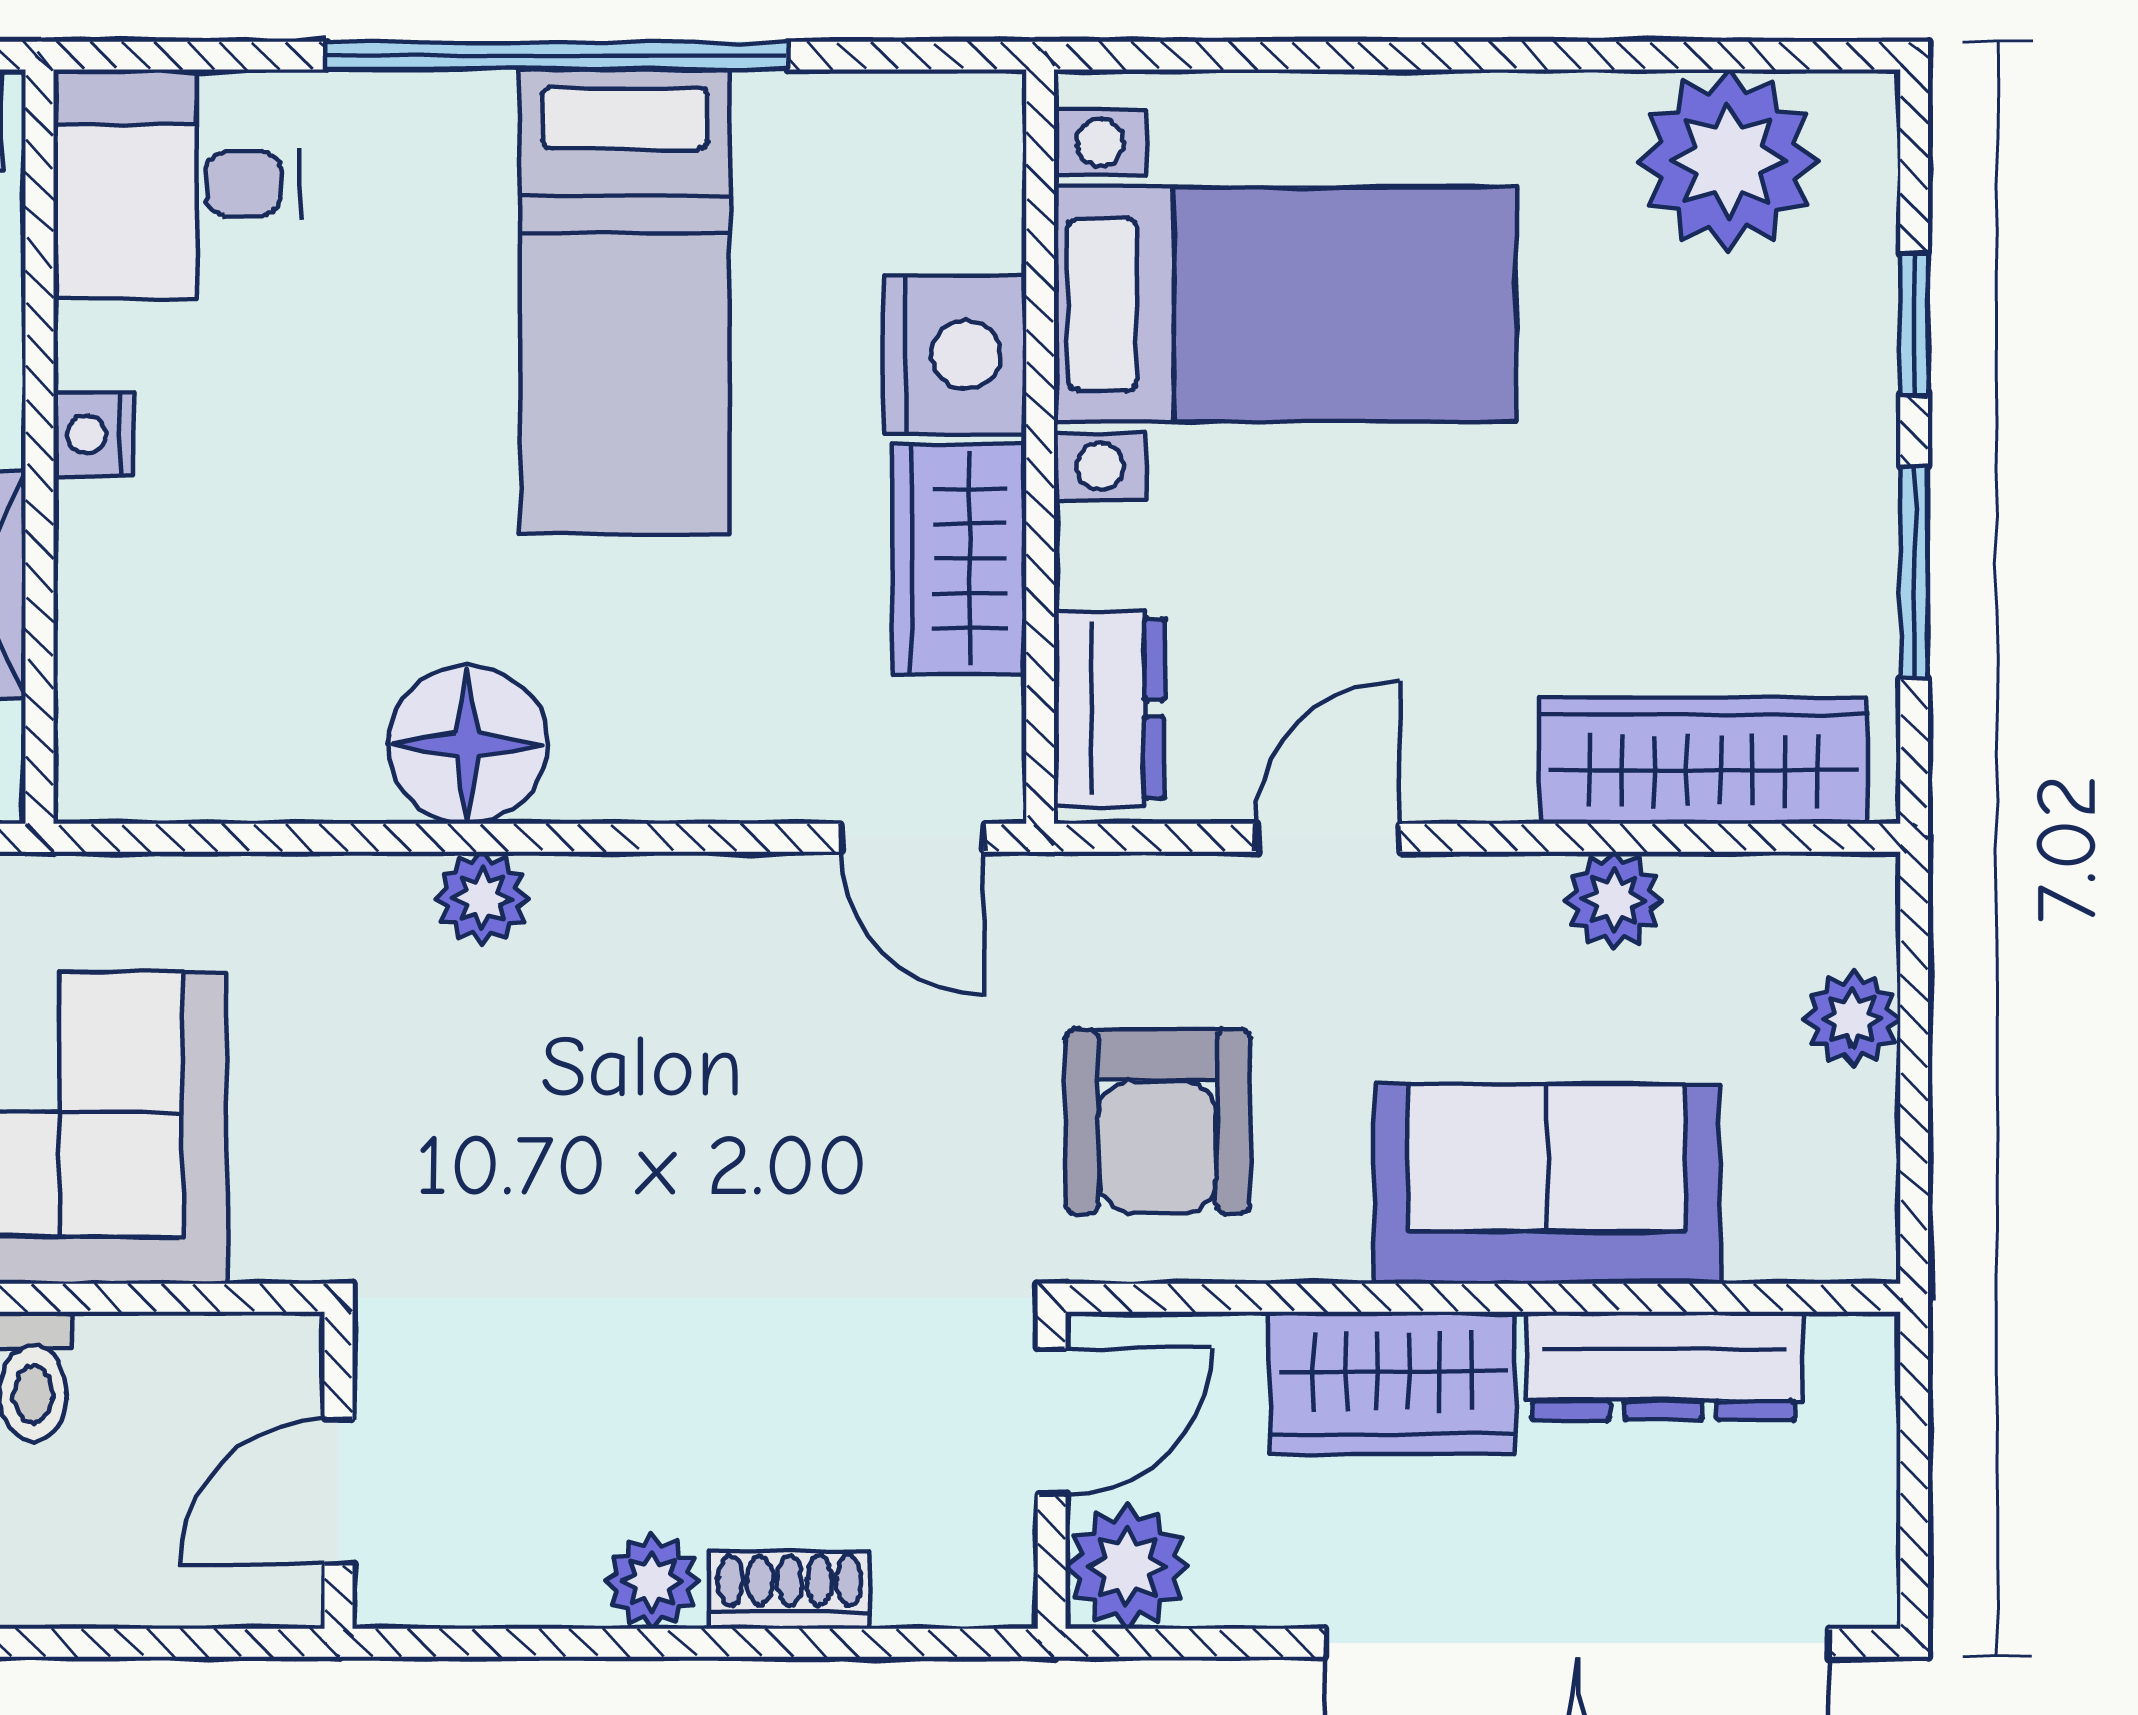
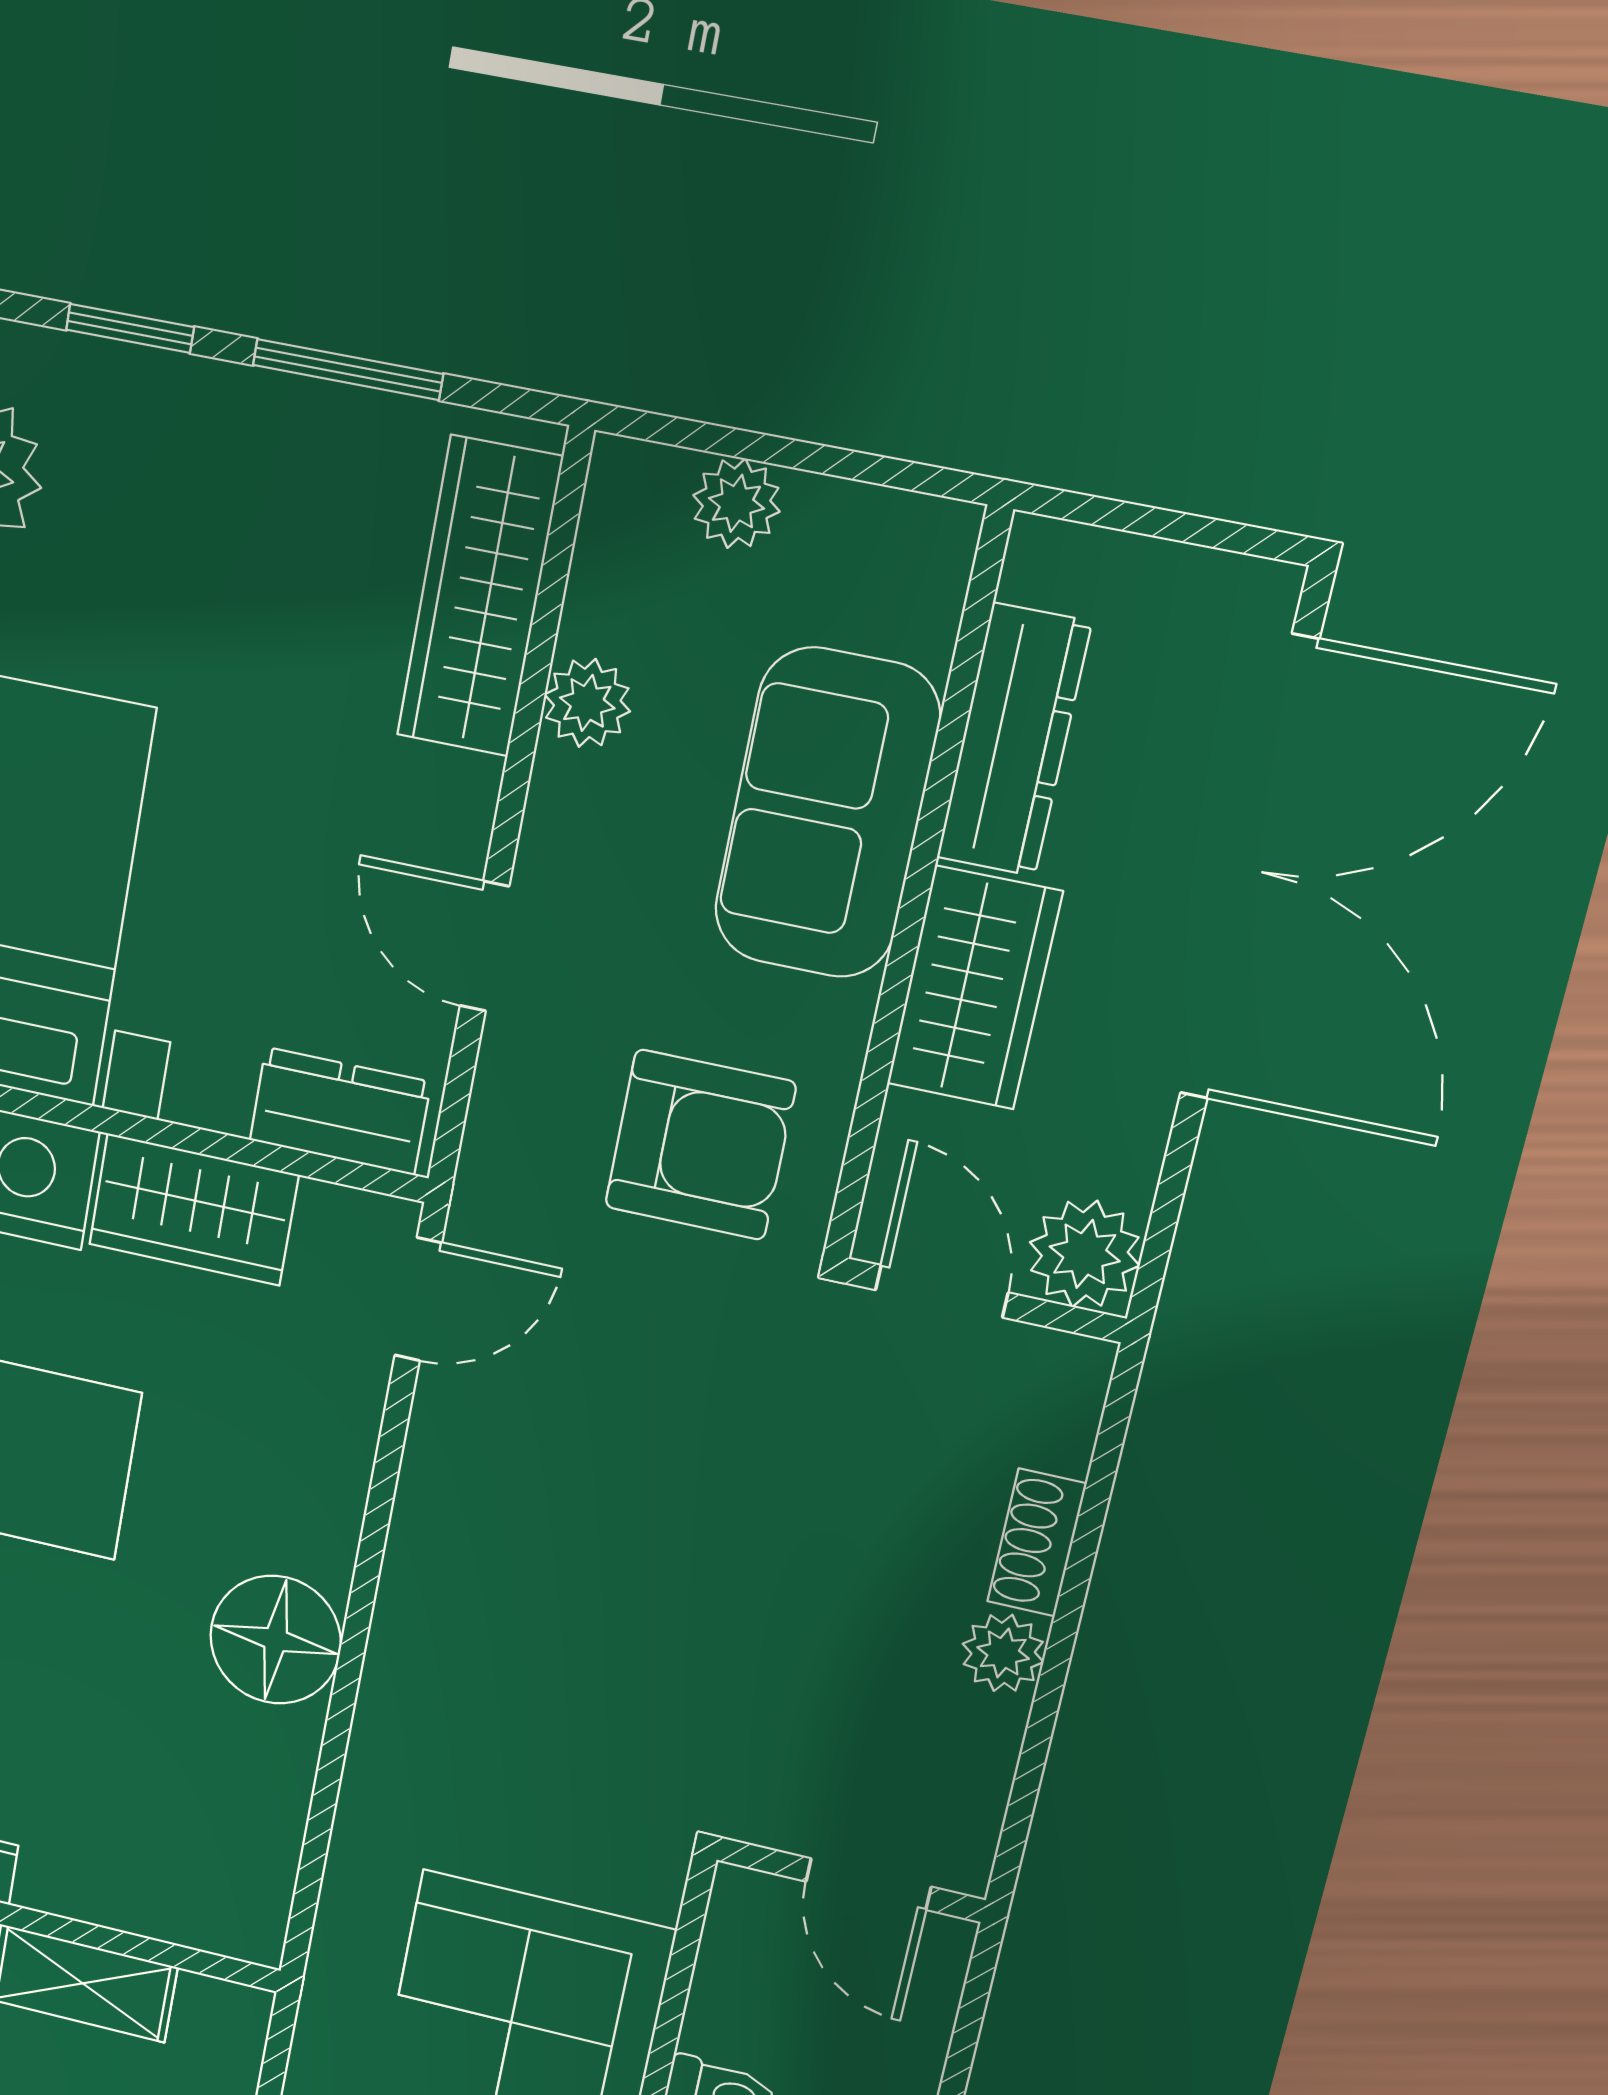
plant: (482, 898) -> (403, 1657), removed

